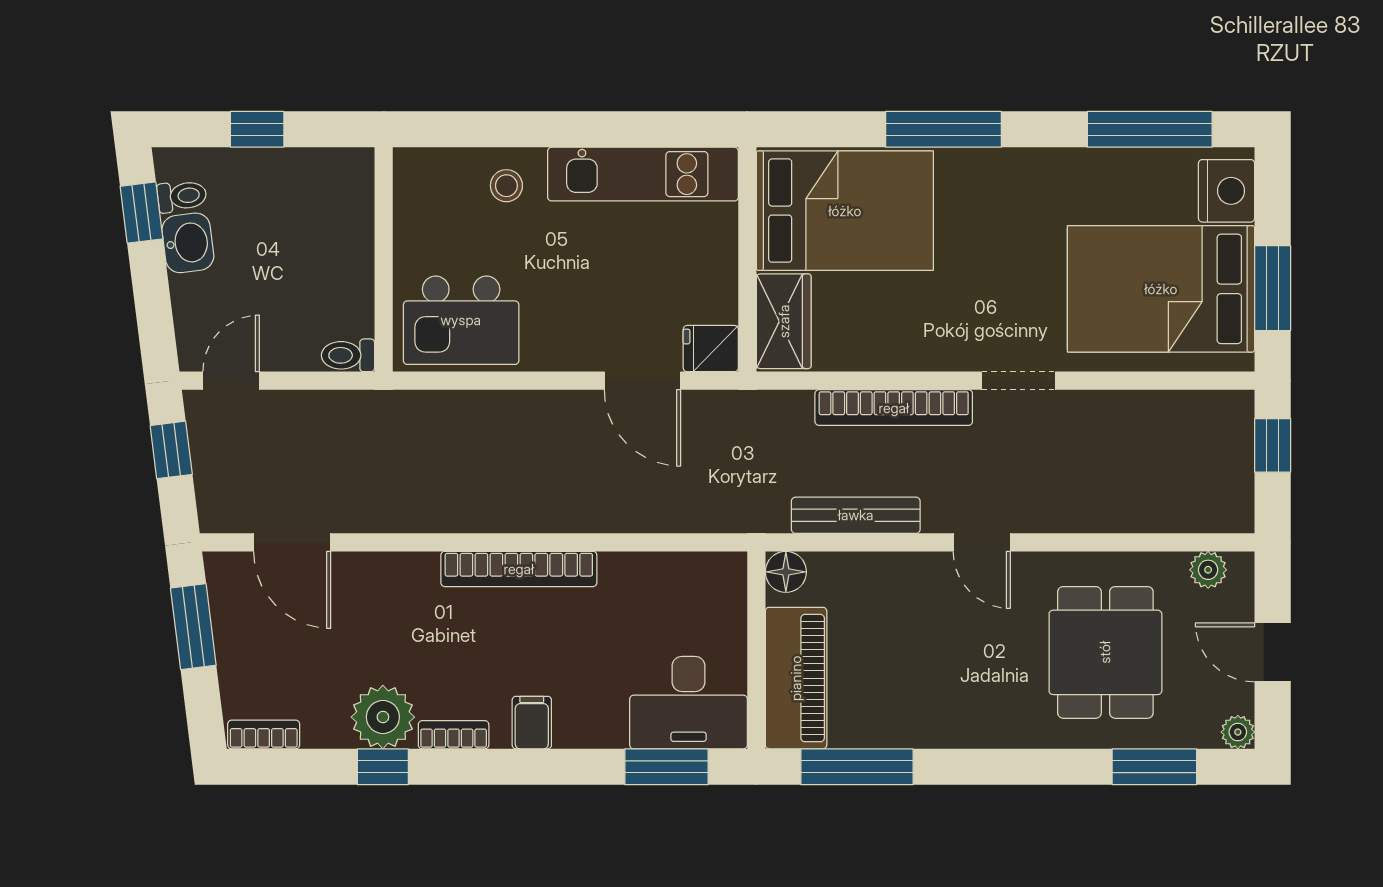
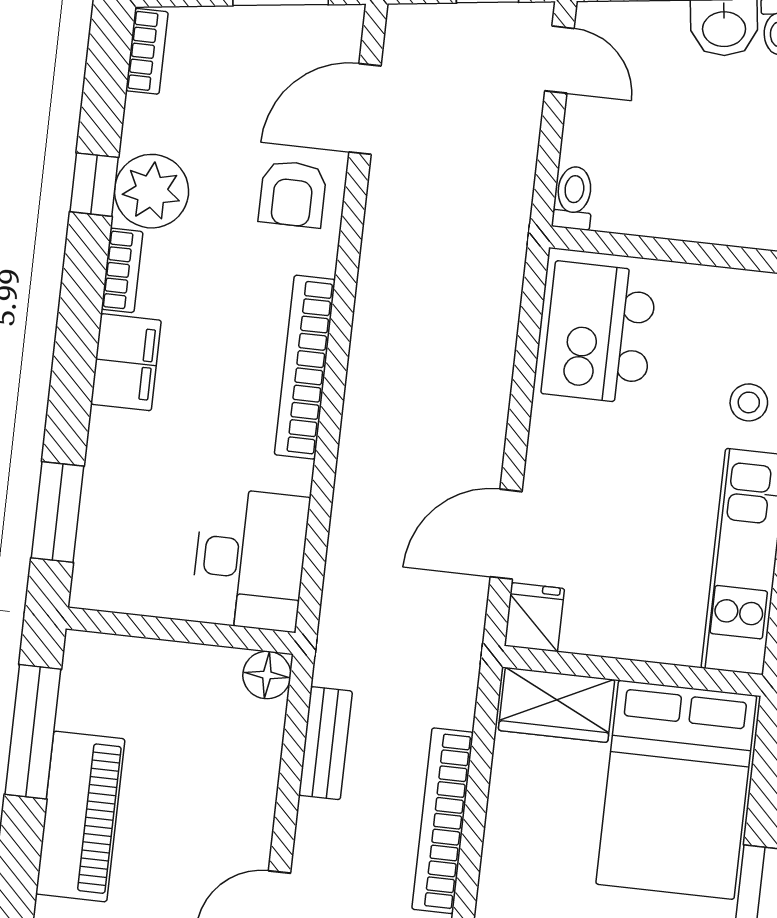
bench: (856, 515) -> (325, 743), width x0.73
armchair: (372, 596) -> (293, 194), added
piano: (796, 678) -> (80, 816), moved, turned -90
desk: (689, 703) -> (250, 559), moved, turned 180
filing cabinet: (532, 723) -> (126, 362), width x2.00

